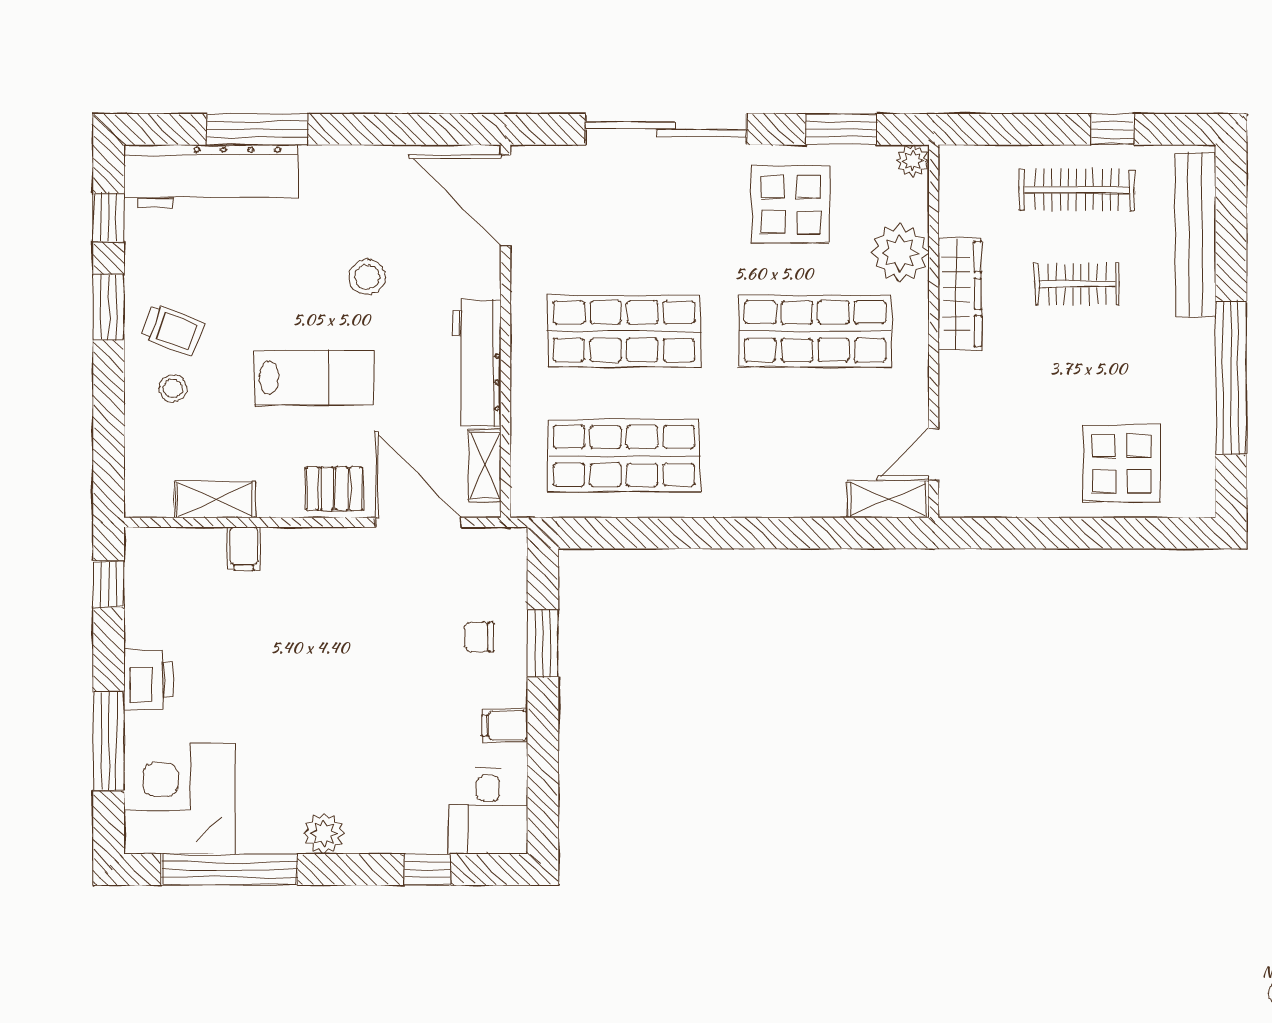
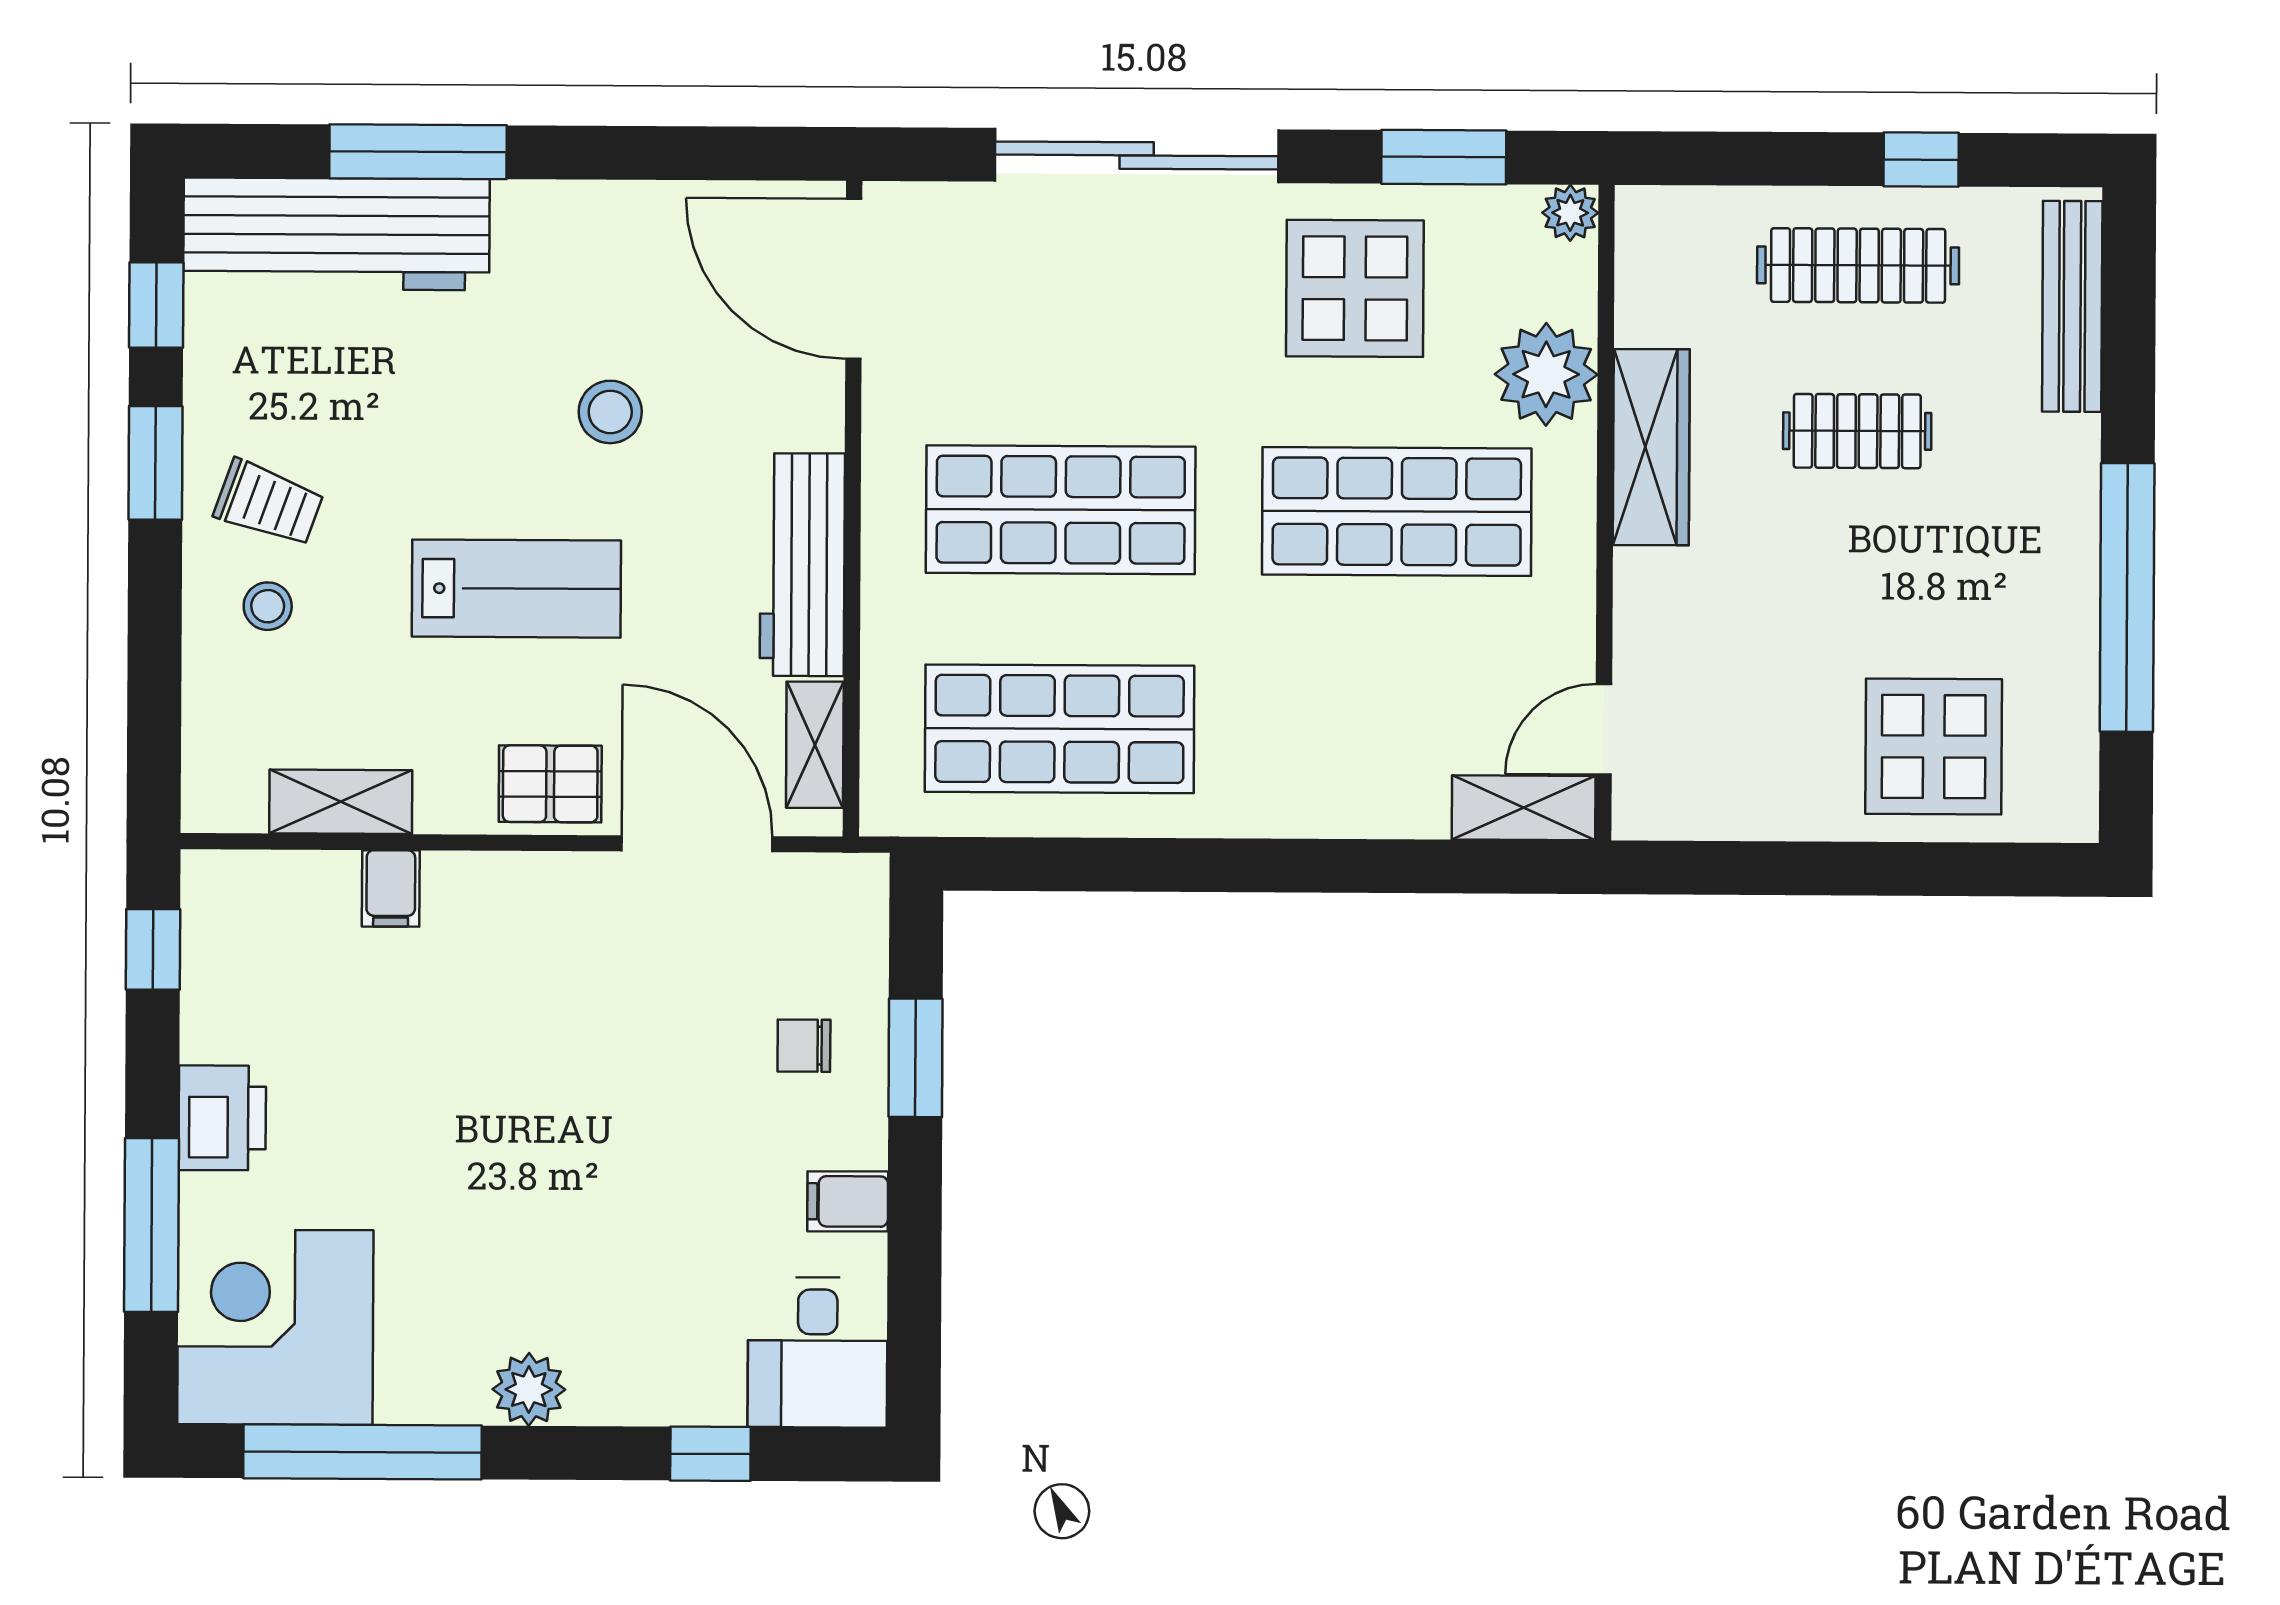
bench: (1195, 234) -> (2072, 306), width x0.73, depth x0.82

